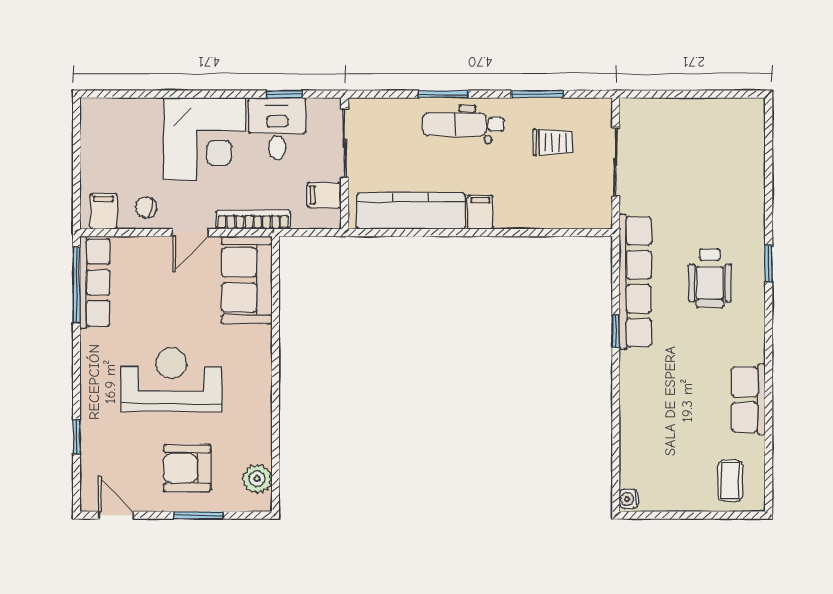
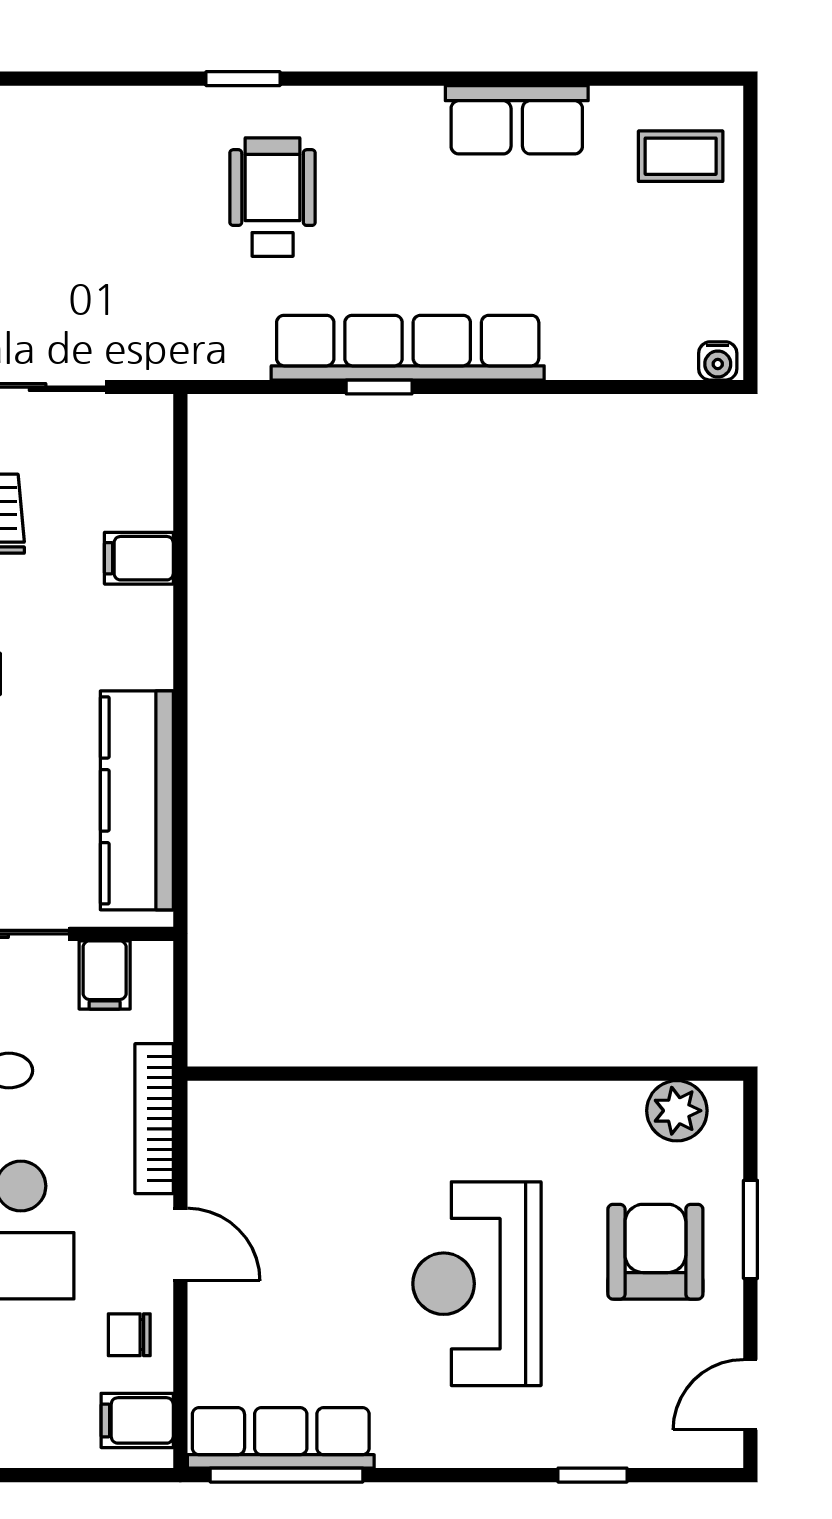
chair: (146, 207) -> (129, 1335), turned 81
filing cabinet: (480, 212) -> (139, 558), moved
wheelchair: (710, 278) -> (273, 197), turned -90
sofa: (247, 280) -> (276, 1132), removed
row of seats: (635, 282) -> (408, 348), moved
armchair: (187, 468) -> (655, 1252), turned 180

